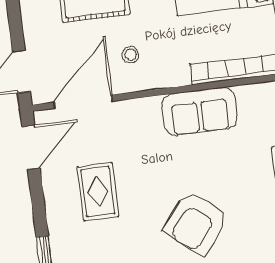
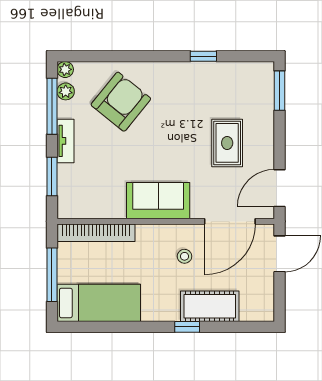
sofa: (199, 111) -> (158, 201), moved
armchair: (196, 223) -> (121, 102), moved

